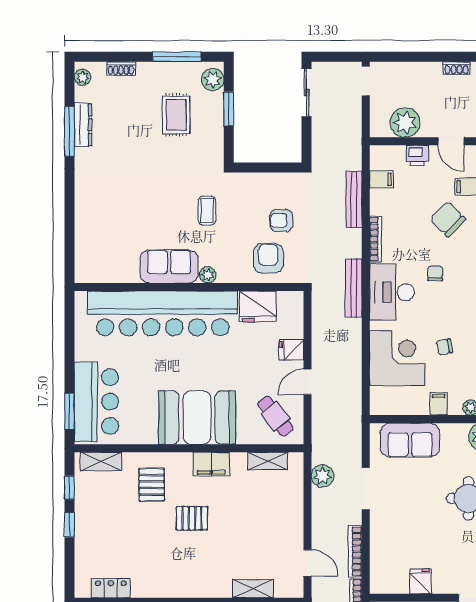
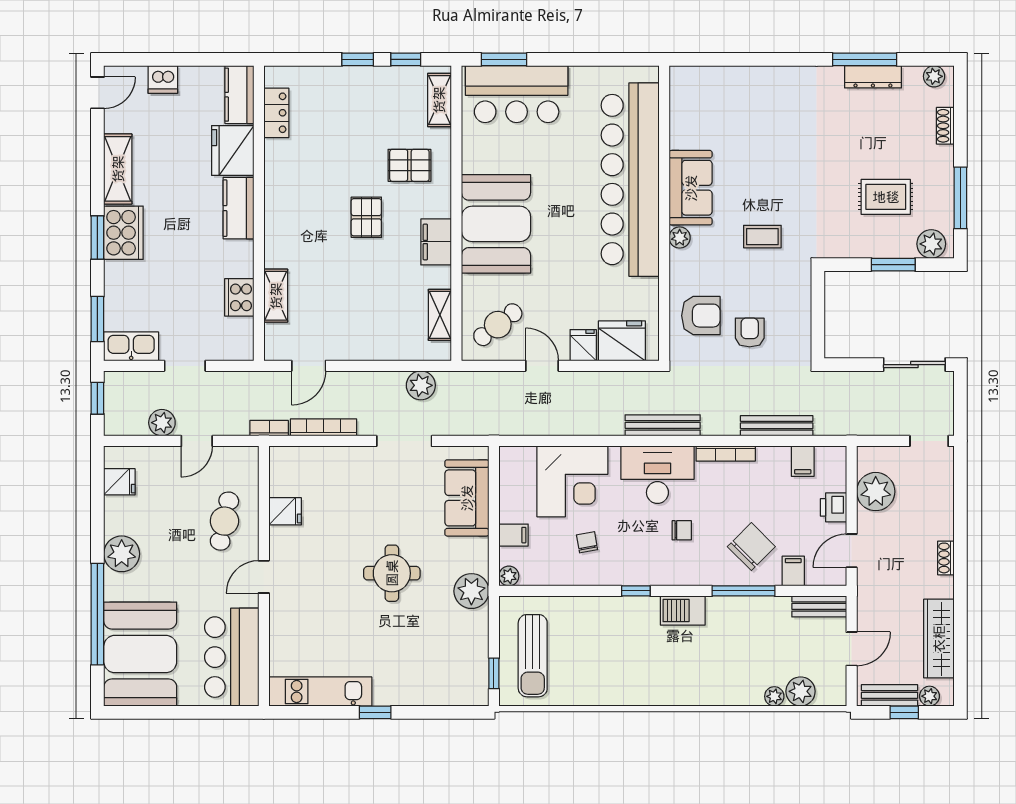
fridge: (258, 306) -> (622, 341), moved, turned 90

